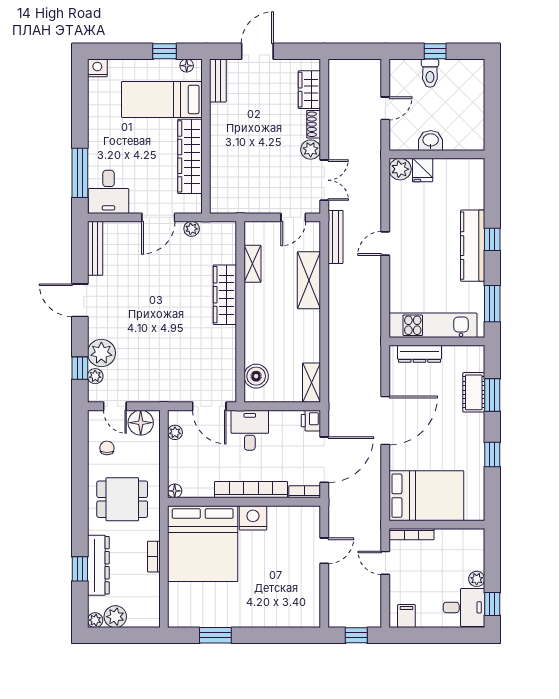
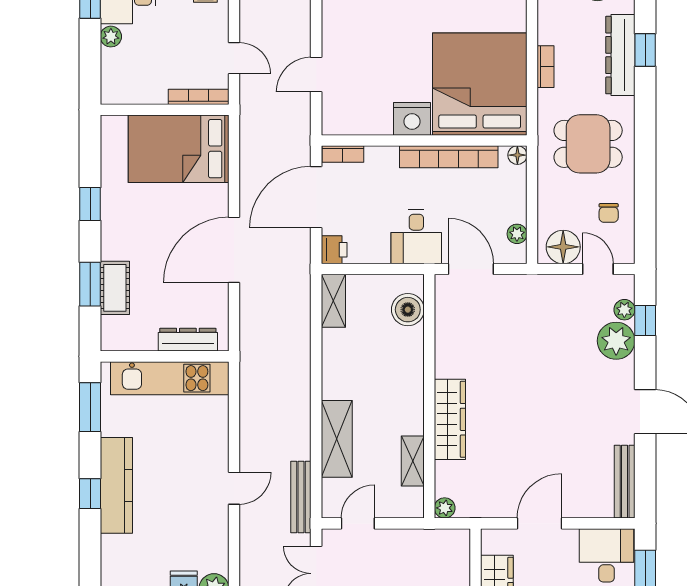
plant: (192, 229) -> (445, 508), moved
bookcase: (251, 490) -> (449, 157), moved

